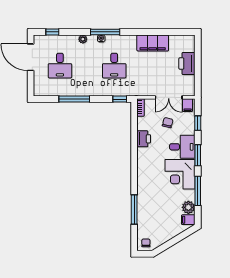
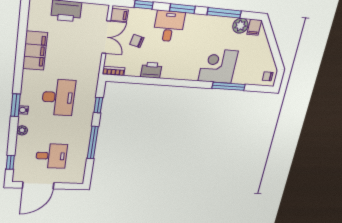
window: (105, 32) -> (16, 105), width x0.69
desk: (114, 66) -> (58, 97), width x1.37
window: (120, 99) -> (98, 105), moved
corner desk: (180, 174) -> (218, 66), moved, turned 180

